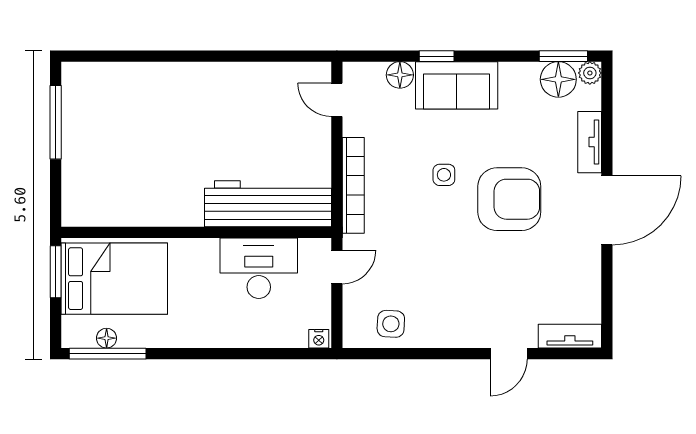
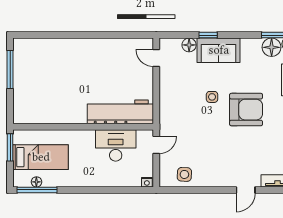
bookcase: (353, 185) -> (165, 102), removed
bed: (114, 279) -> (41, 157), width x0.67

